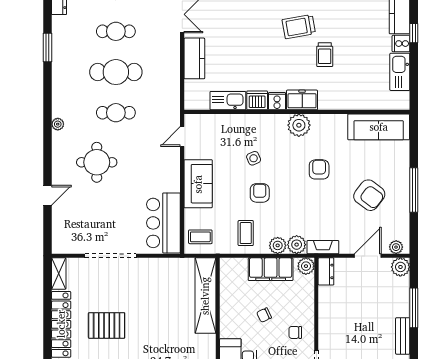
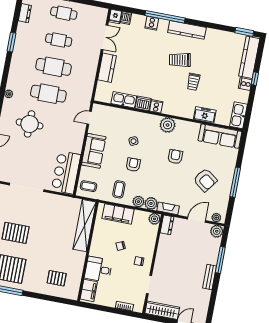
kitchen sink: (400, 72) -> (238, 115), moved
freezer: (302, 100) -> (205, 115), moved
cafe table: (116, 113) -> (48, 94), width x1.37, depth x1.35
filing cabinet: (271, 269) -> (118, 214), moved

